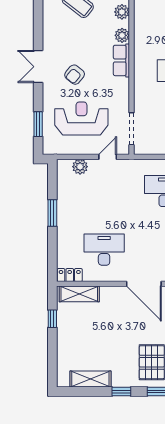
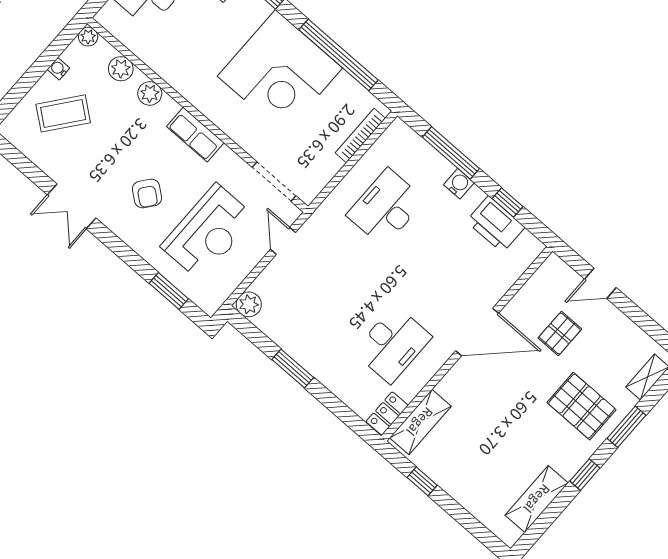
row of seats: (121, 60) -> (195, 135), moved
double door: (38, 67) -> (72, 206), moved
reception desk: (81, 119) -> (208, 232), turned 180
plant: (80, 167) -> (249, 304), moved
desk: (104, 250) -> (393, 344), turned 180

